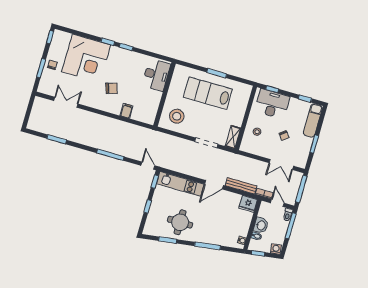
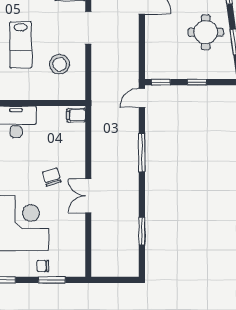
lab bench: (208, 93) -> (21, 45), width x0.73, depth x0.72
double door: (66, 102) -> (88, 196), moved
filing cabinet: (126, 111) -> (76, 115), moved
stool: (177, 116) -> (60, 64), moved
kitchen unit: (180, 184) -> (154, 47), removed

